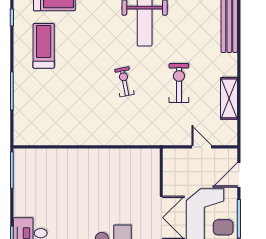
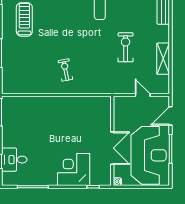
exercise bike: (124, 82) -> (65, 70), moved

